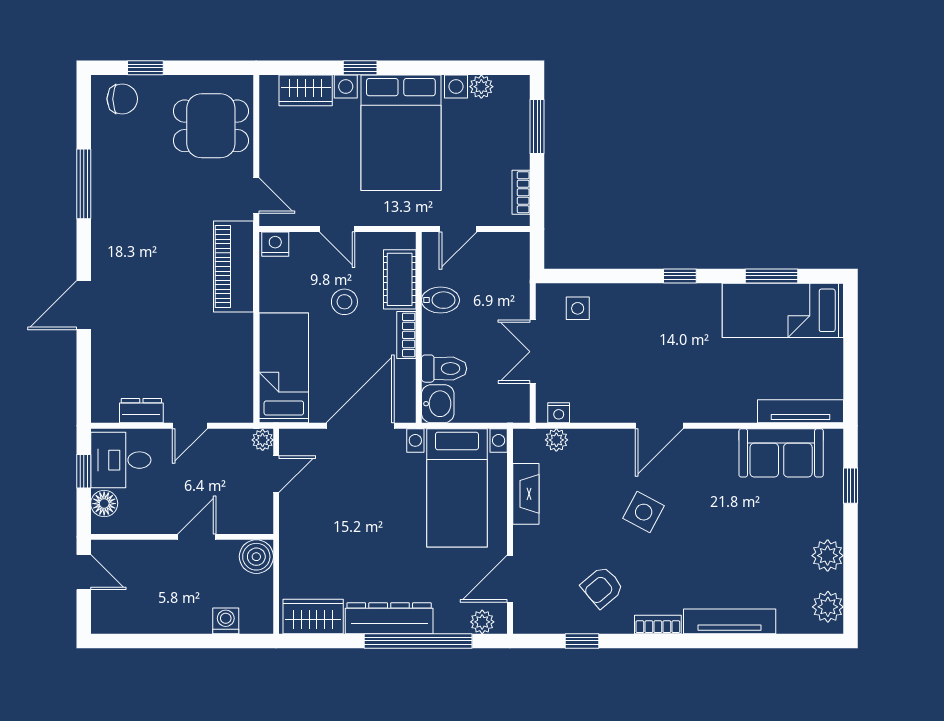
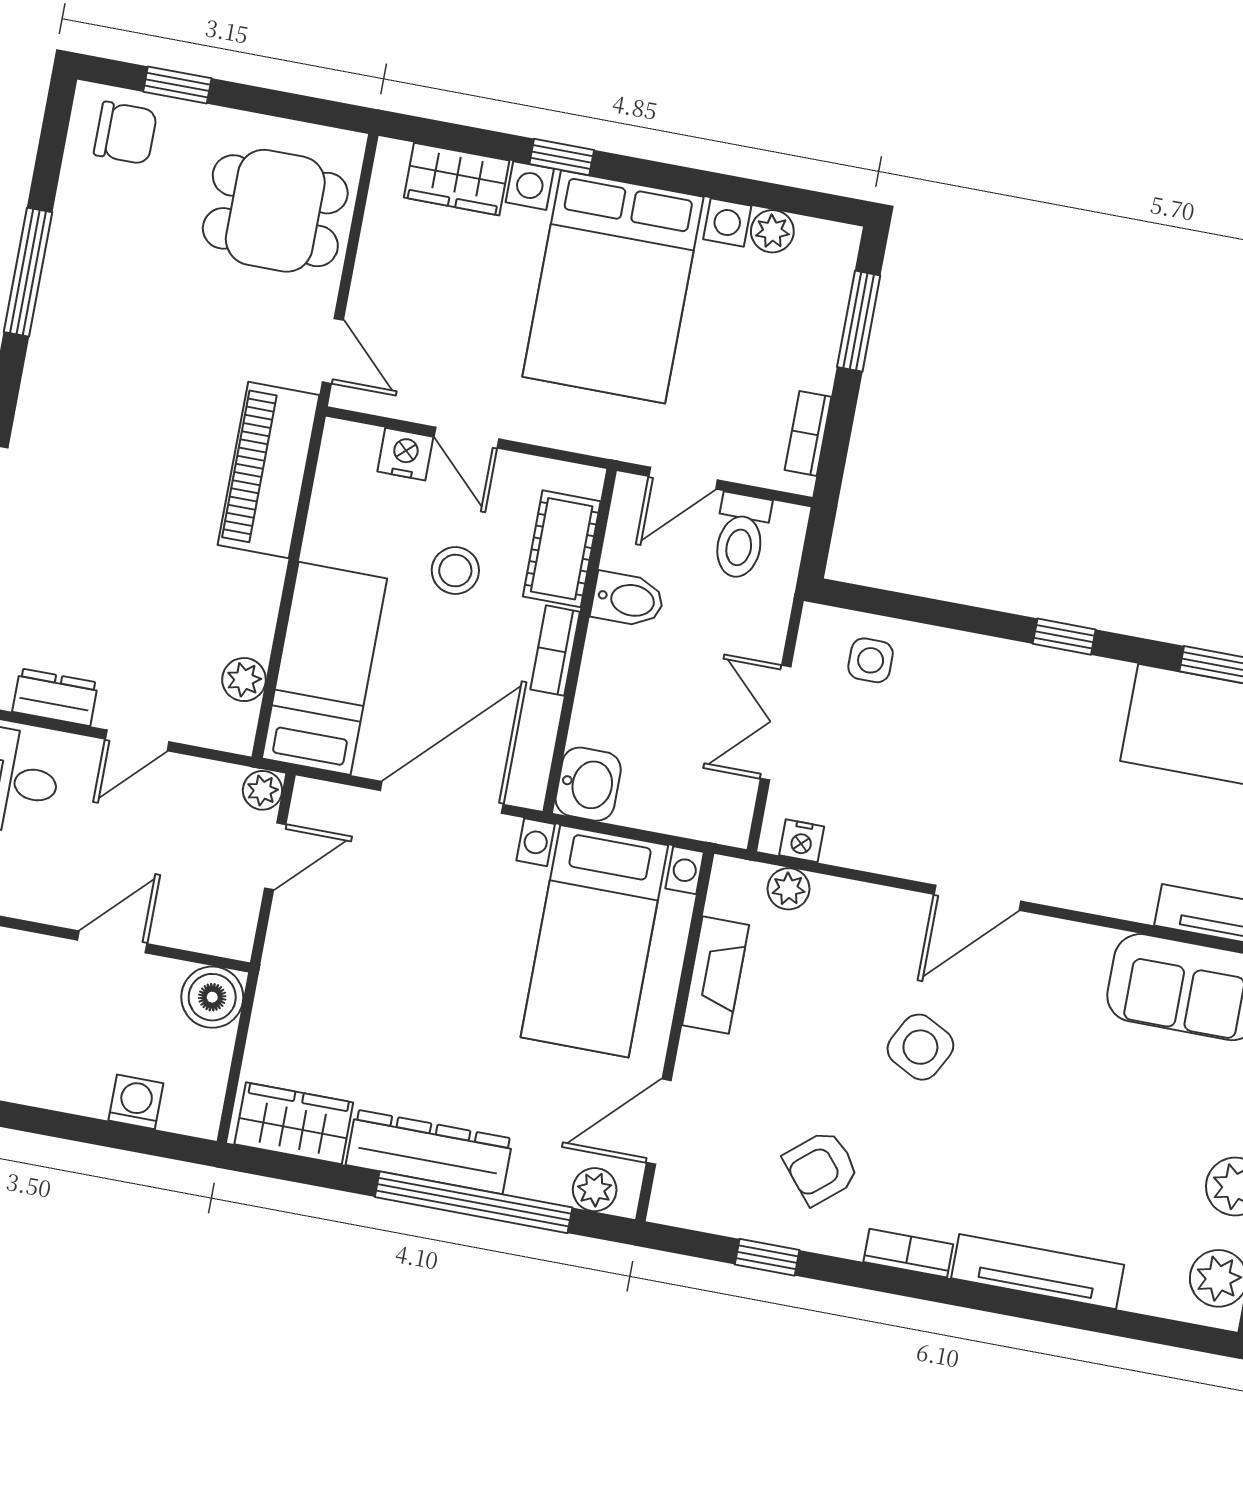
nightstand: (275, 244) -> (405, 454), moved
toilet: (444, 369) -> (741, 536), moved, turned 90
plant: (241, 382) -> (244, 680), added

